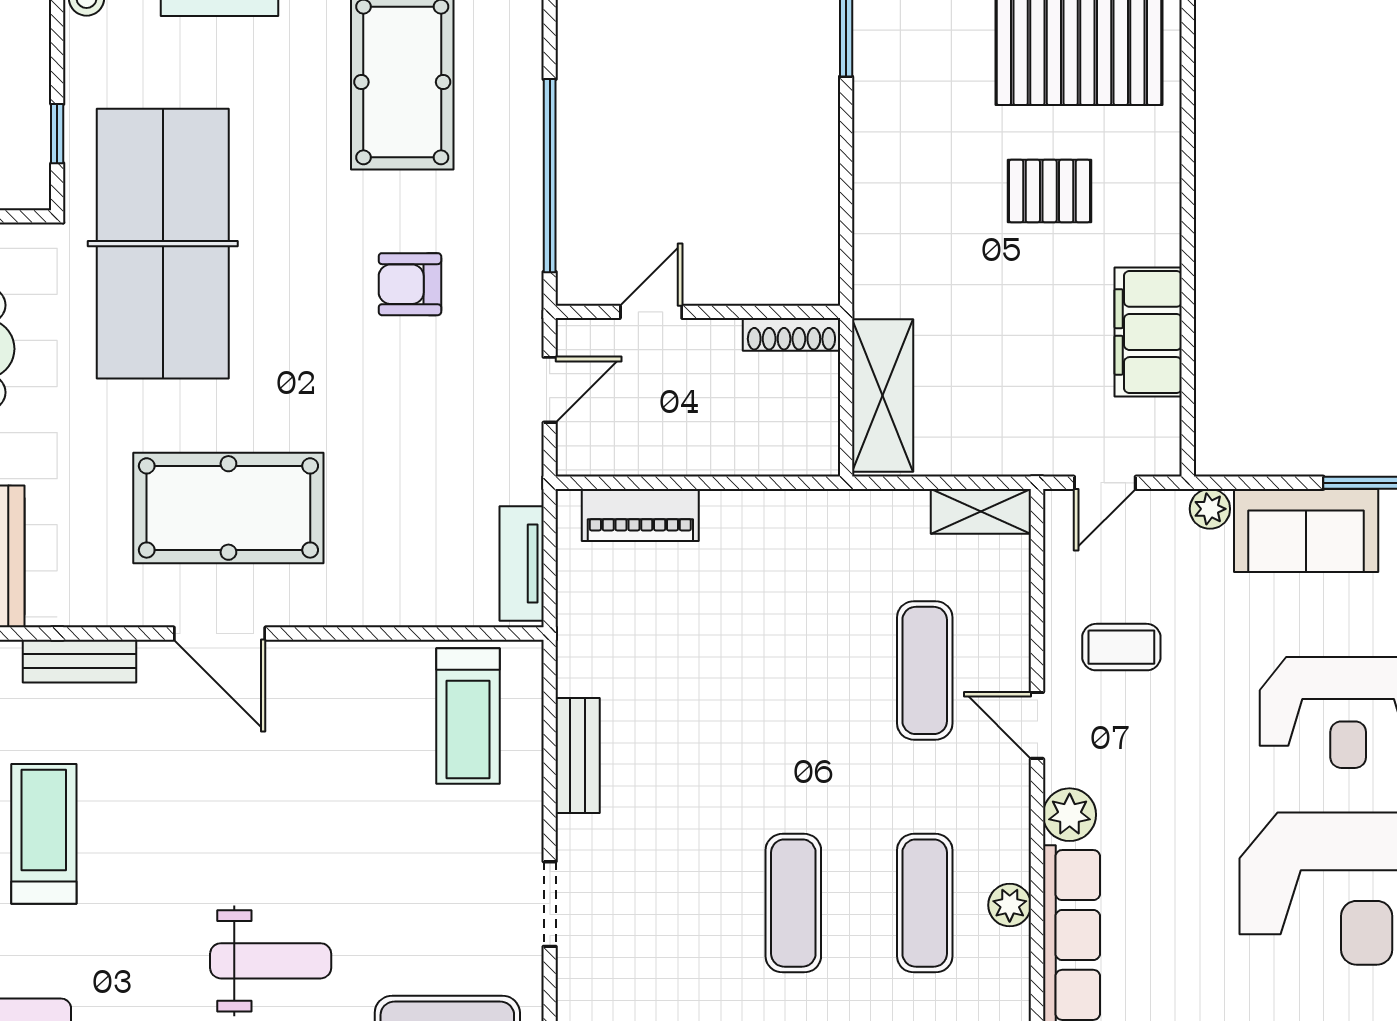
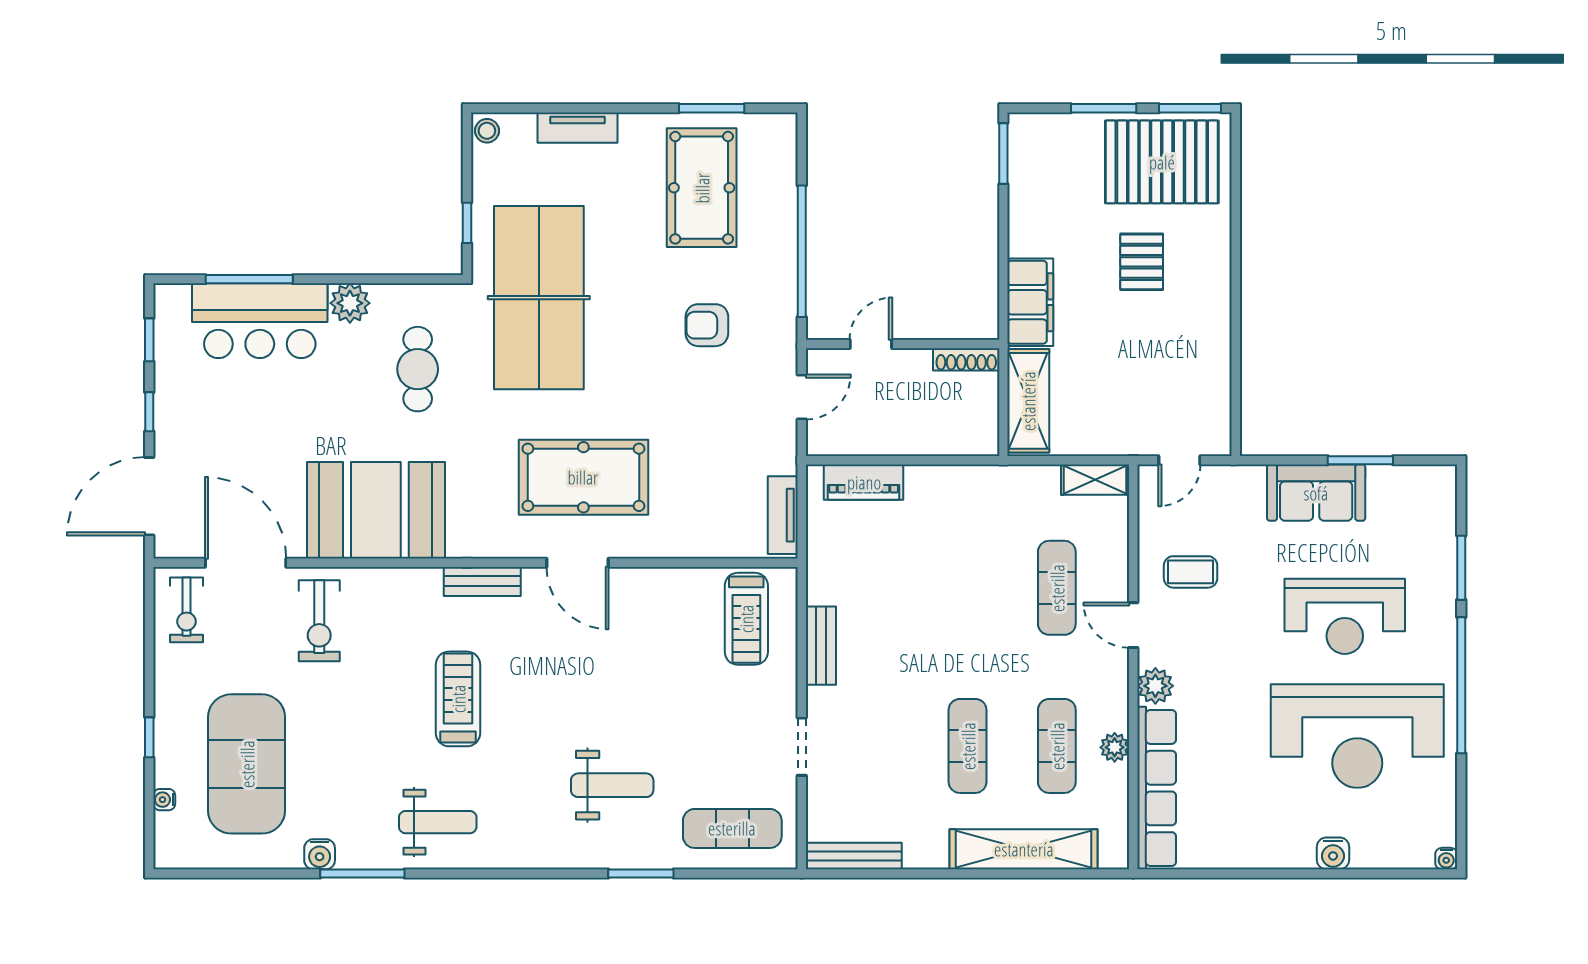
pallet: (1050, 191) -> (1142, 262), turned 90
filing cabinet: (1148, 332) -> (1030, 302), moved, turned 180
plant: (1210, 509) -> (1251, 478), removed

